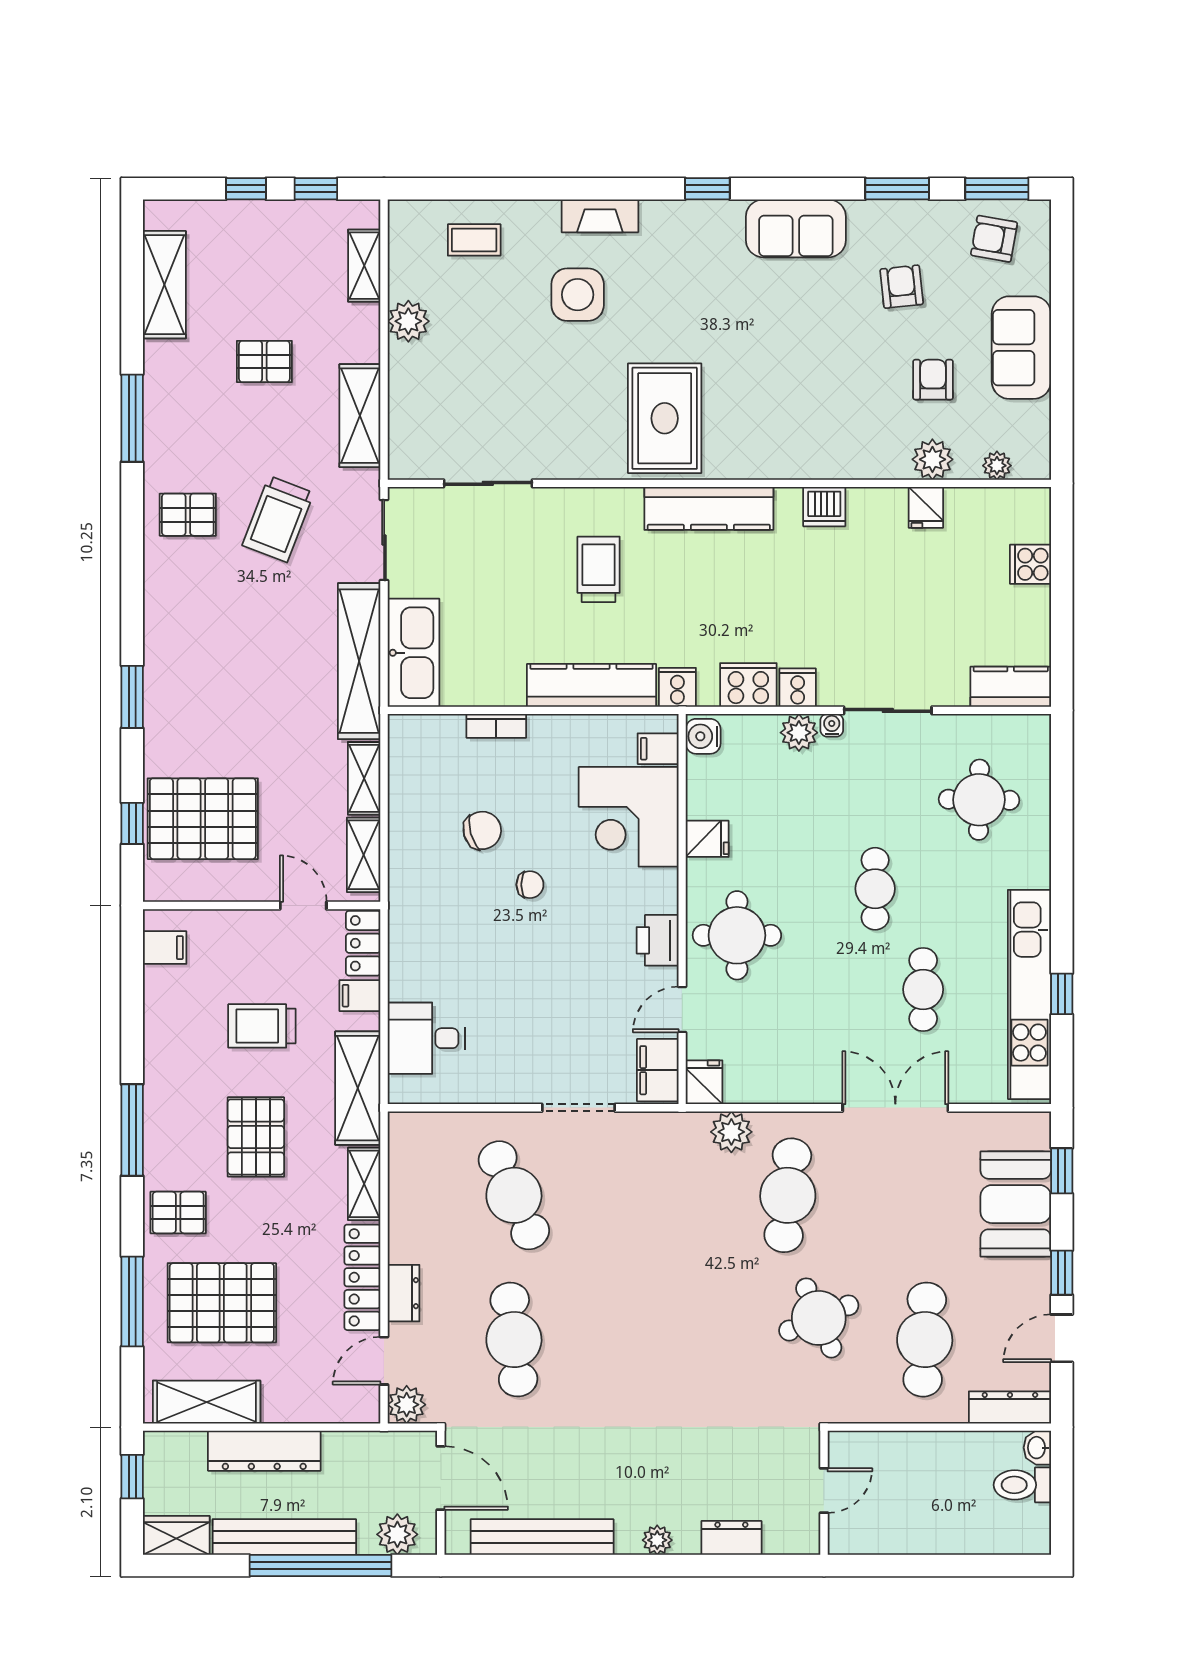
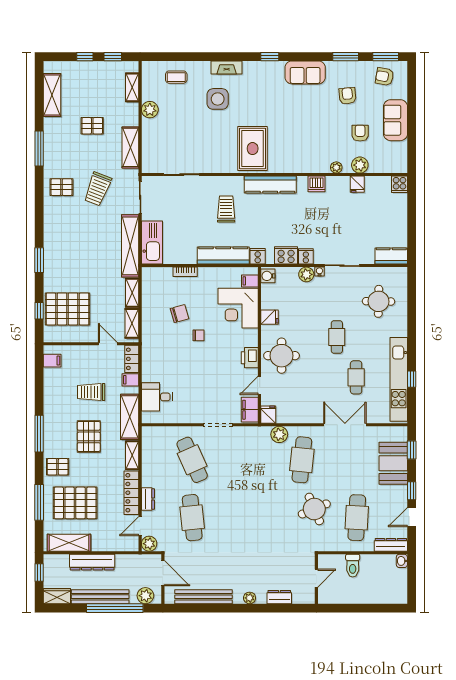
plant: (997, 466) -> (336, 167), moved
cooker: (1030, 564) -> (400, 184), moved, turned -90
toilet: (1022, 1485) -> (353, 566), moved, turned -90

